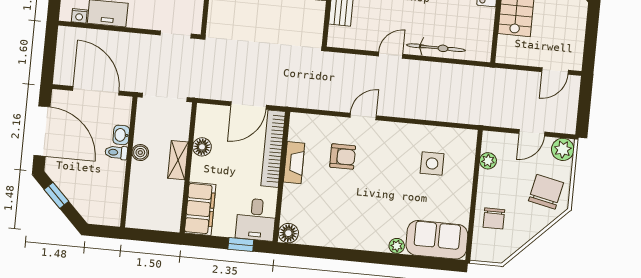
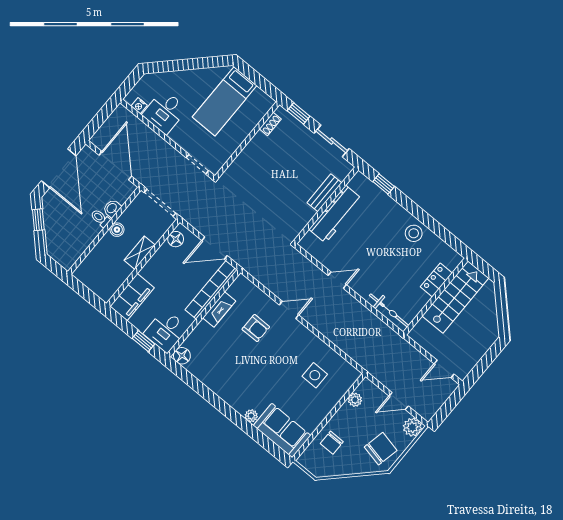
bicycle: (436, 48) -> (389, 310), moved
floor lamp: (202, 147) -> (176, 239), moved

